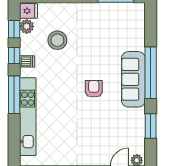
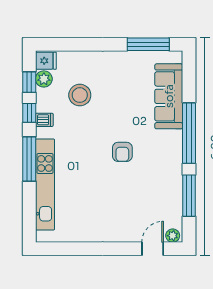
sofa: (133, 79) -> (169, 96), moved
armchair: (94, 89) -> (122, 152), turned 180
window: (151, 126) -> (189, 196), width x1.44

